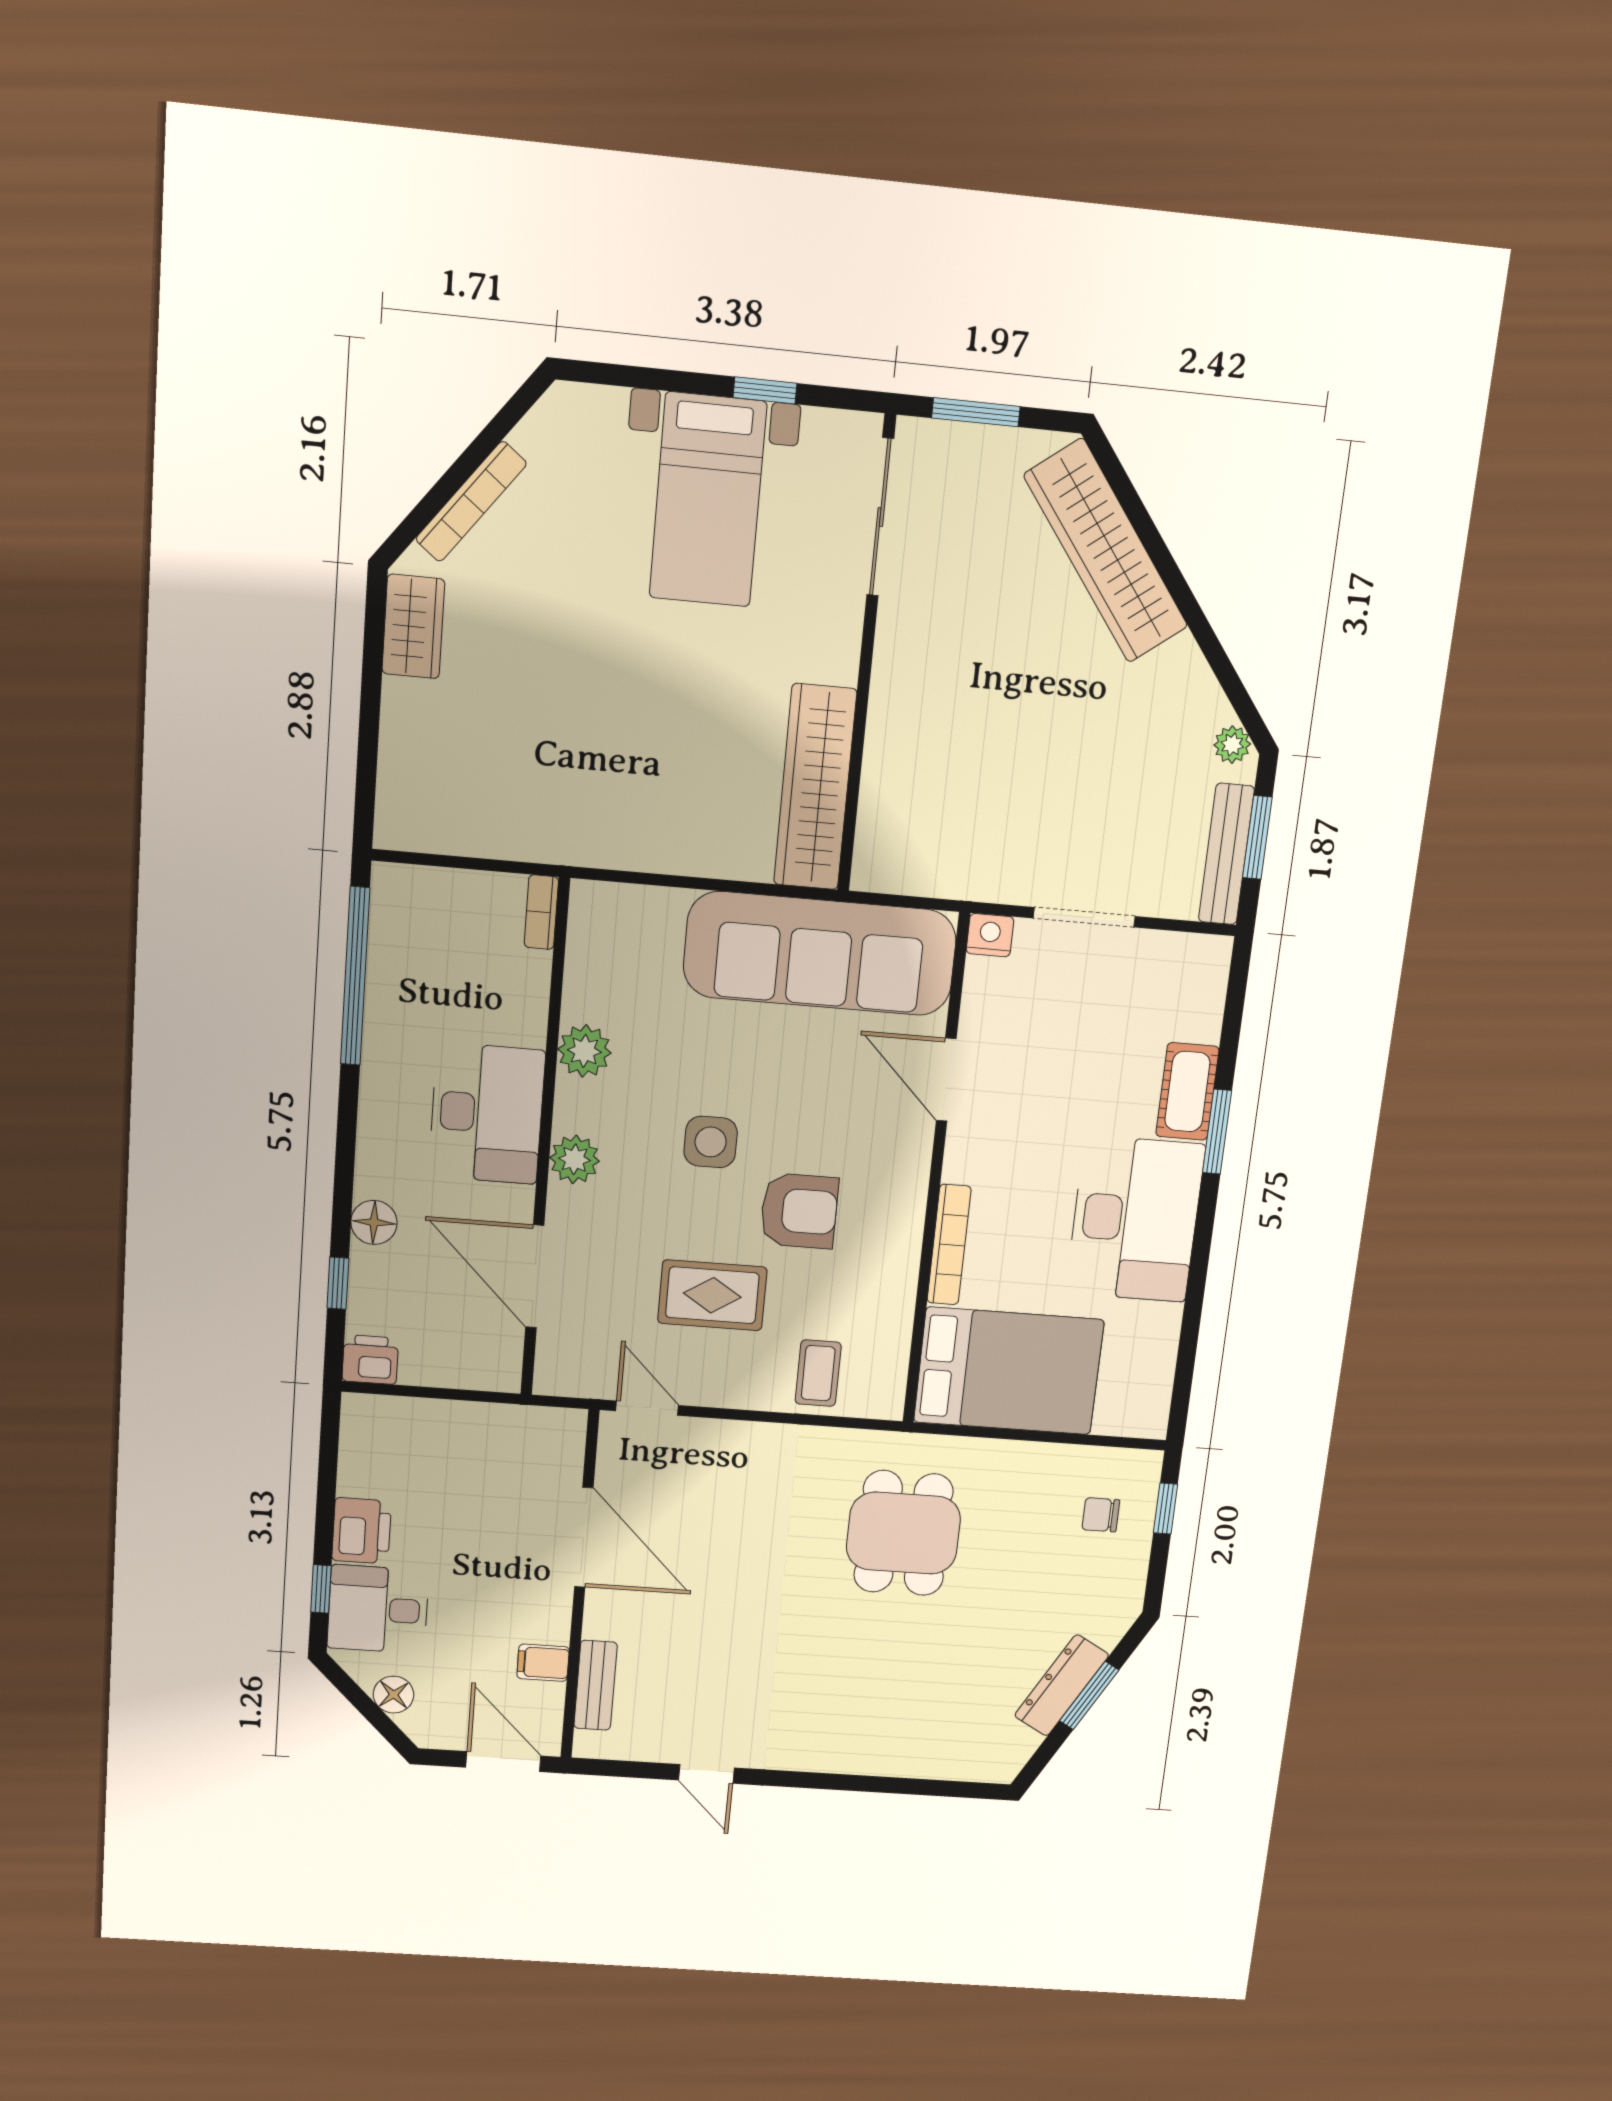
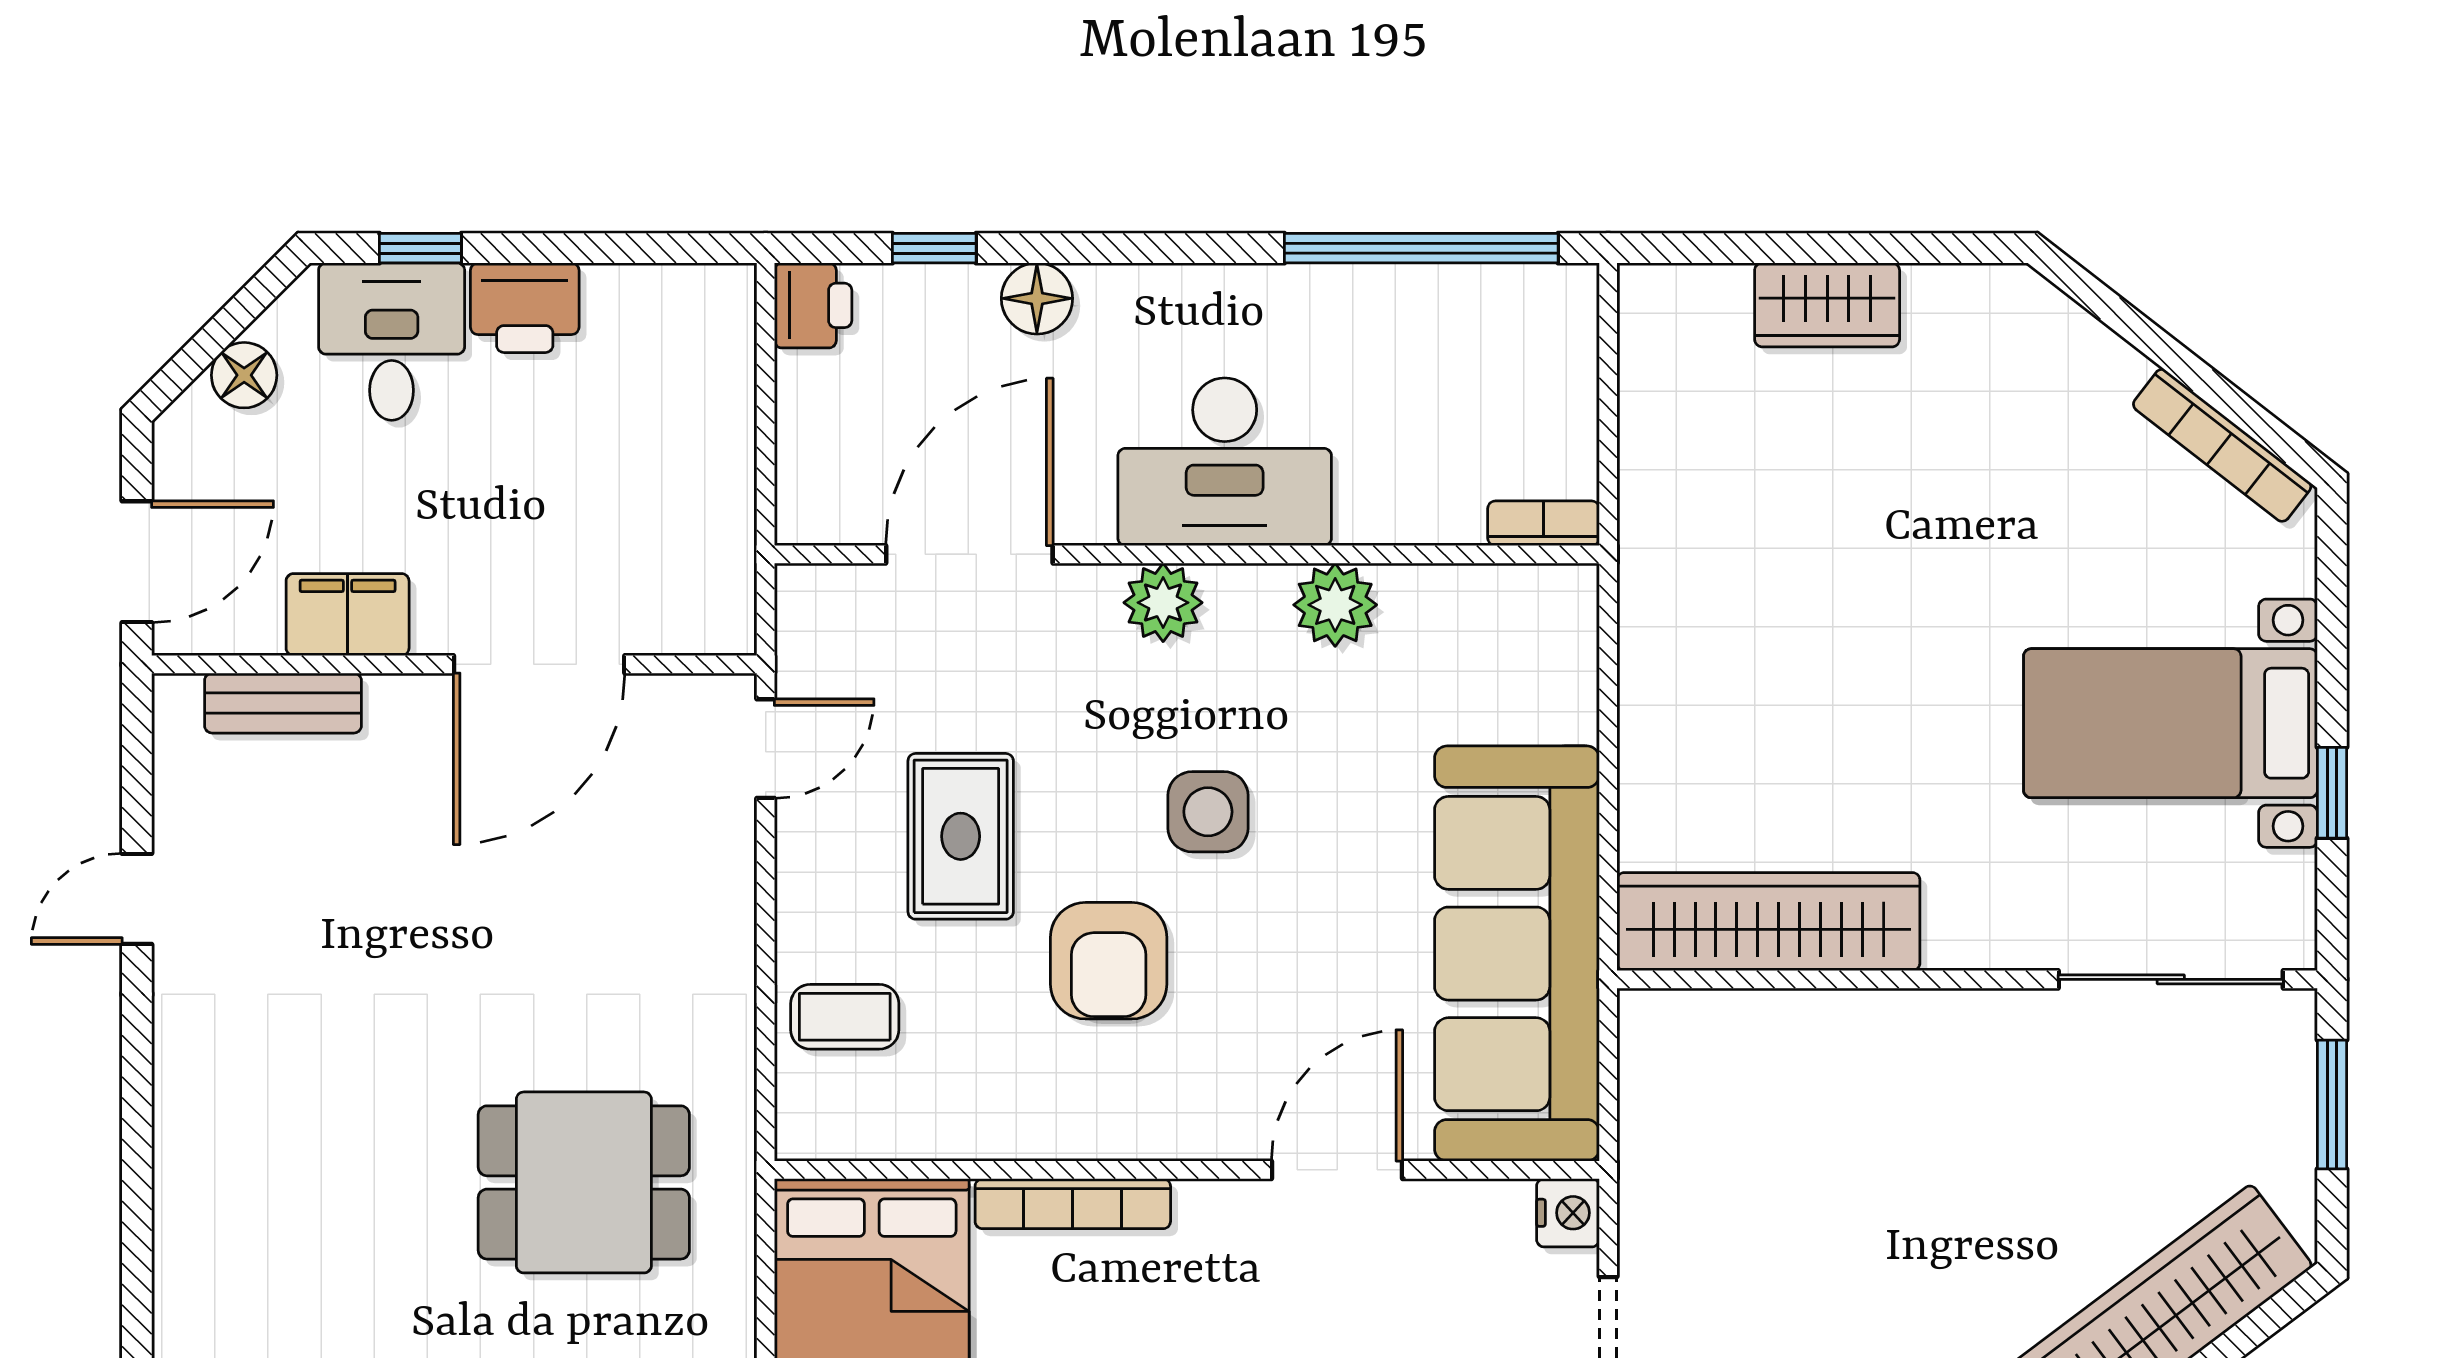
bookcase: (471, 501) -> (2222, 445), moved
wardrobe: (413, 626) -> (1827, 305), moved
filing cabinet: (543, 1663) -> (348, 615), width x2.00

